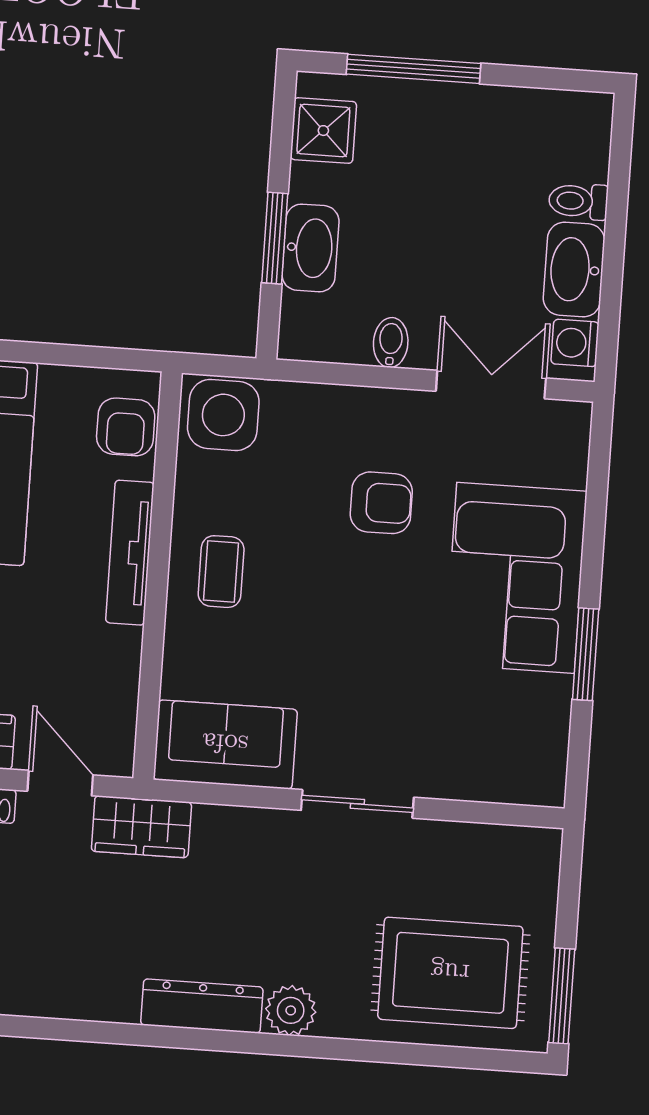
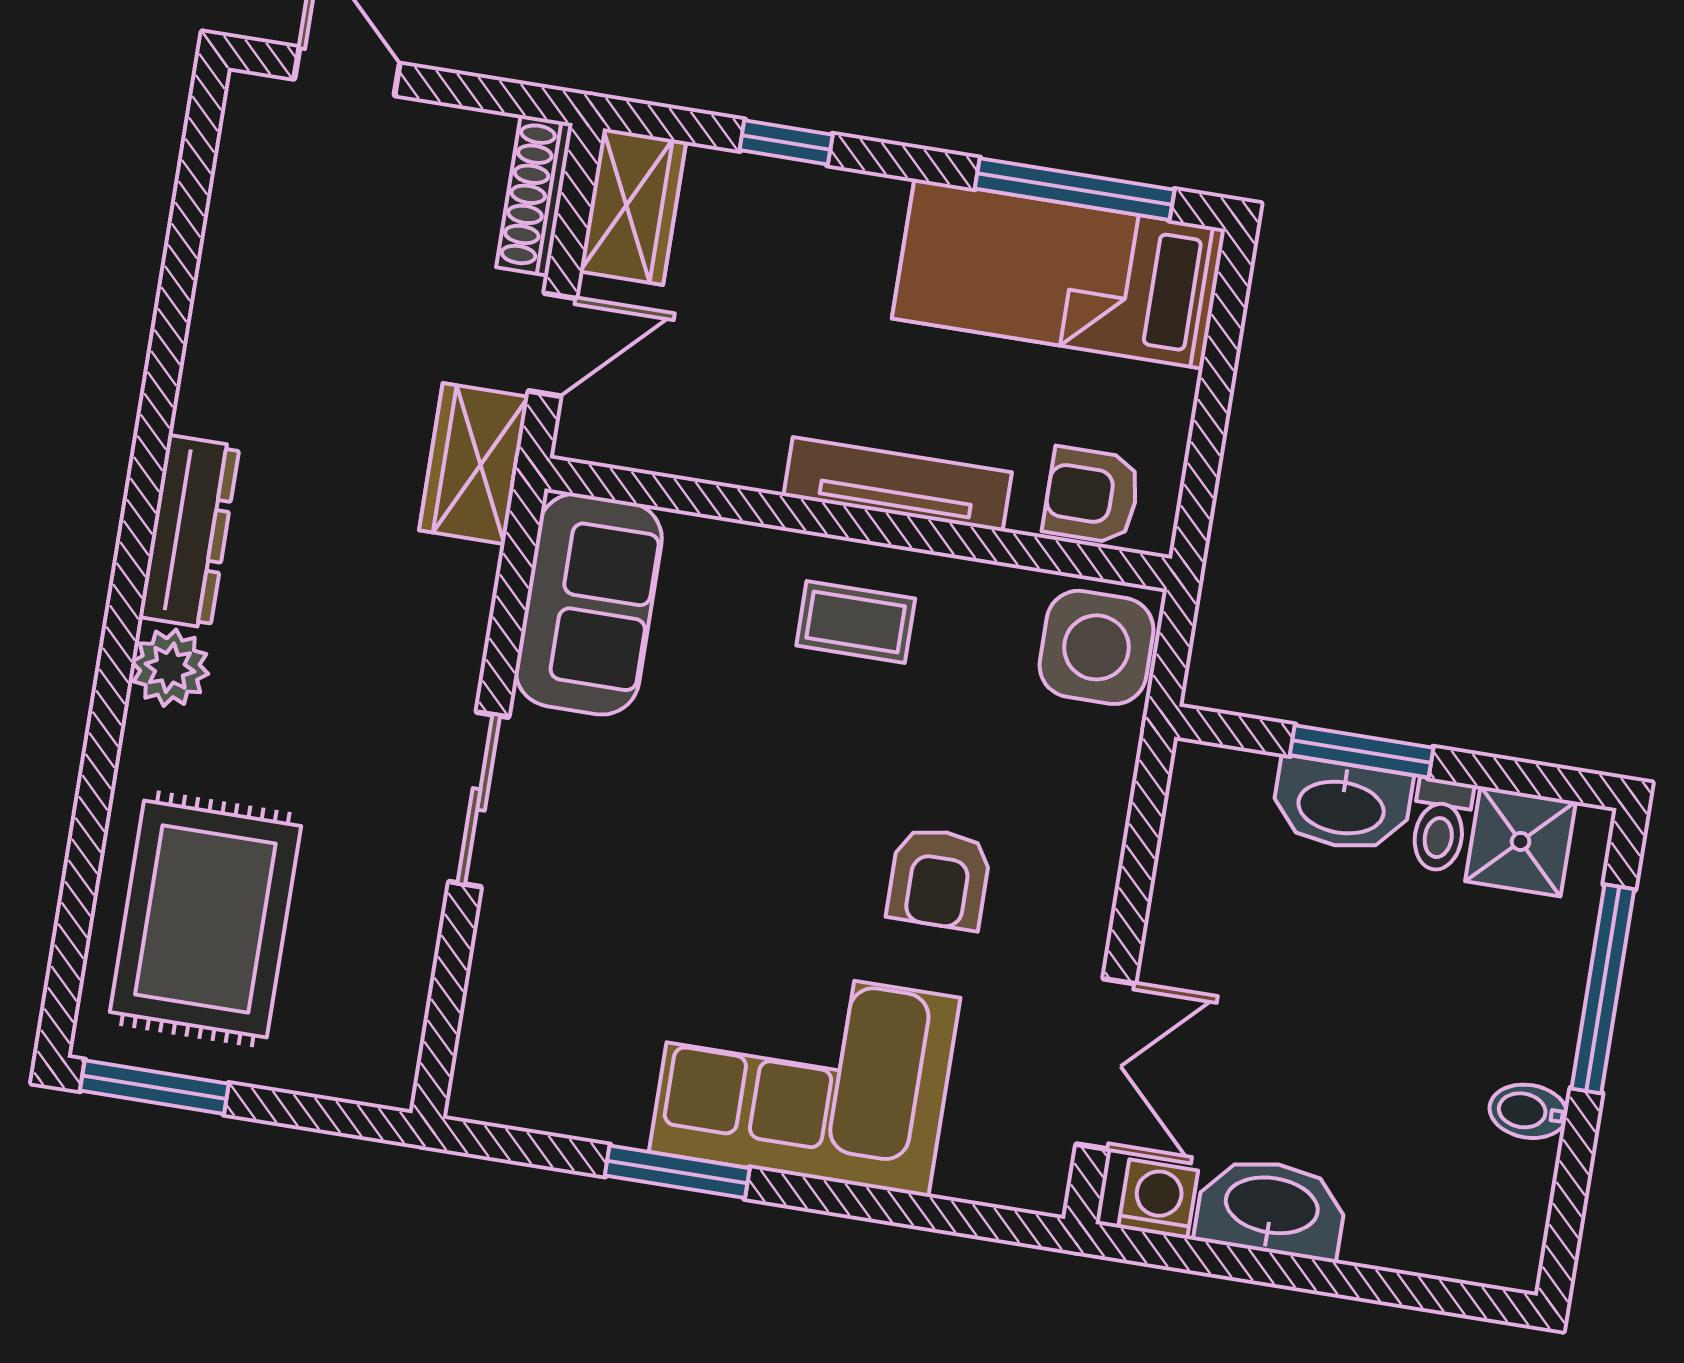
toilet: (578, 201) -> (1440, 825), moved, turned 180
bidet: (391, 343) -> (1528, 1111), moved, turned 180

